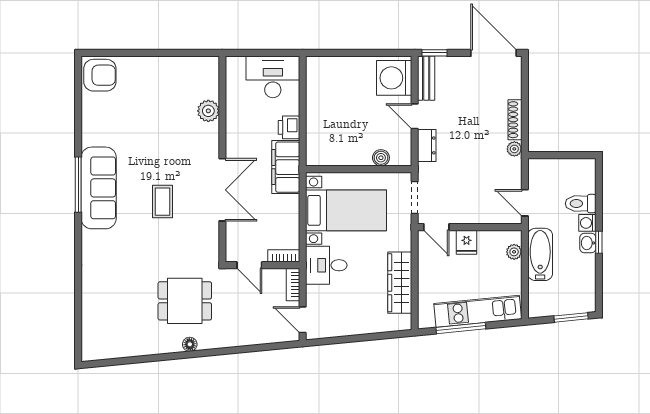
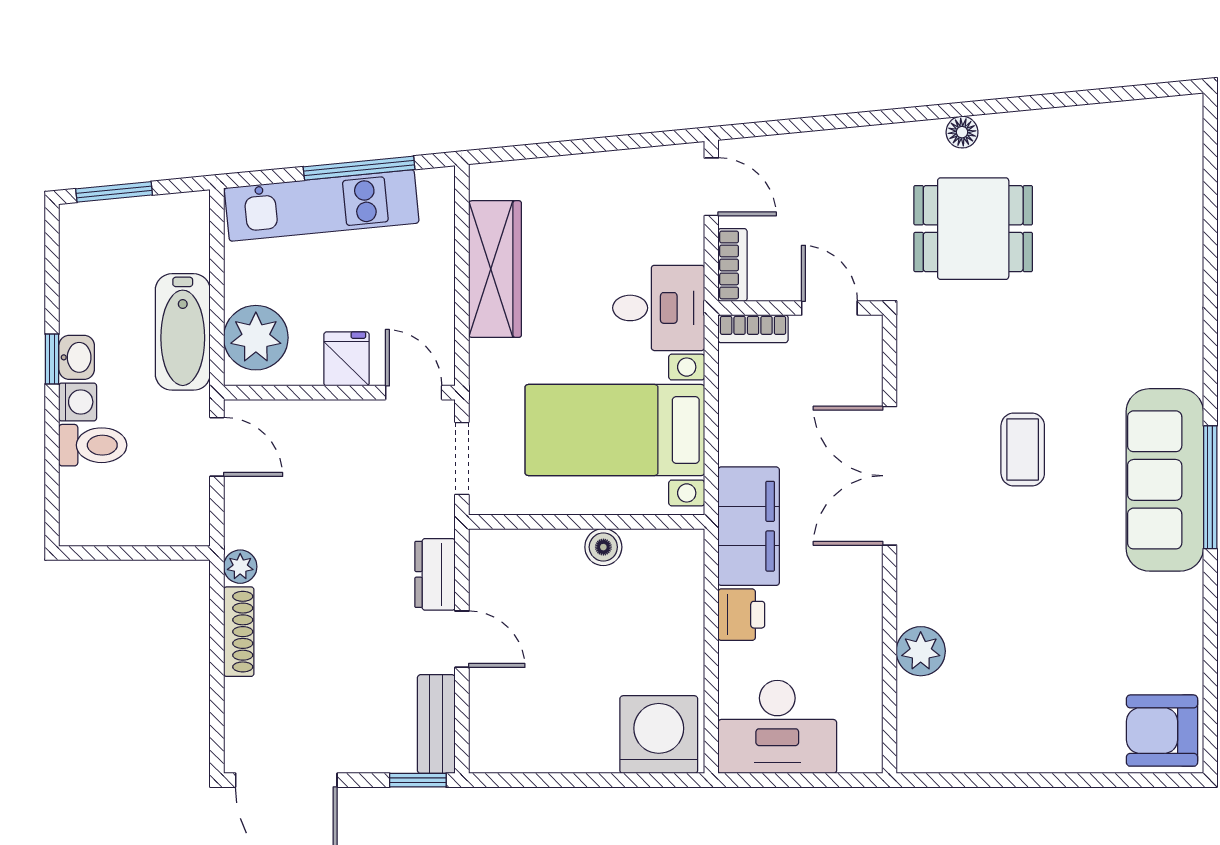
washing machine: (394, 78) -> (659, 735), moved, turned -90
boiler: (381, 158) -> (603, 547), moved
plant: (514, 252) -> (256, 338), width x1.87, depth x1.87

